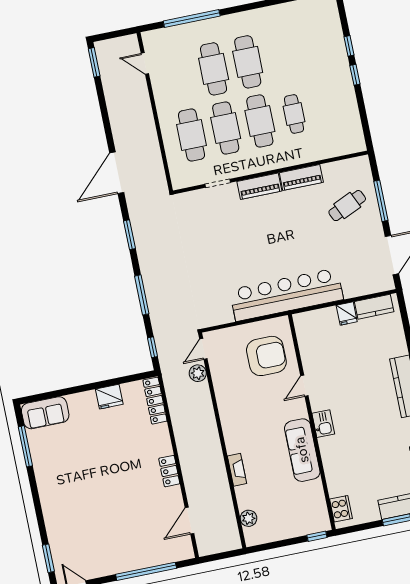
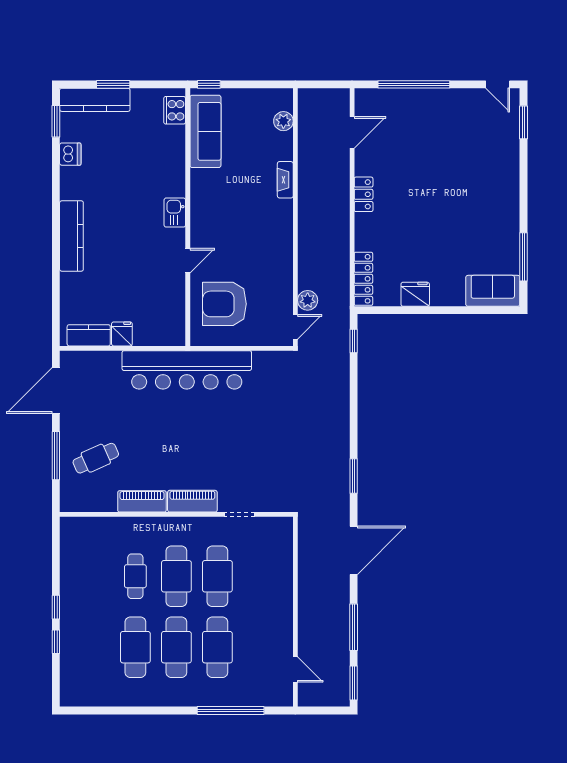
cafe table: (192, 135) -> (135, 647), moved
window: (142, 295) -> (354, 627), moved
sofa: (302, 450) -> (205, 131), moved

